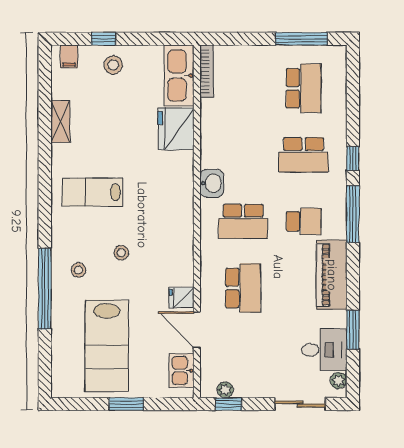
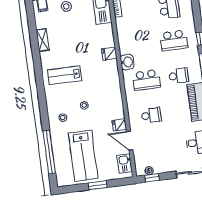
fridge: (176, 129) -> (109, 54), moved, width x0.53, depth x0.75
school desk: (243, 288) -> (151, 115), width x0.54
window: (45, 289) -> (49, 152), moved

